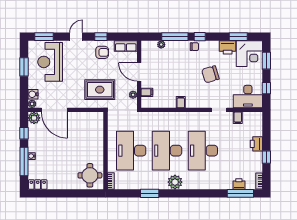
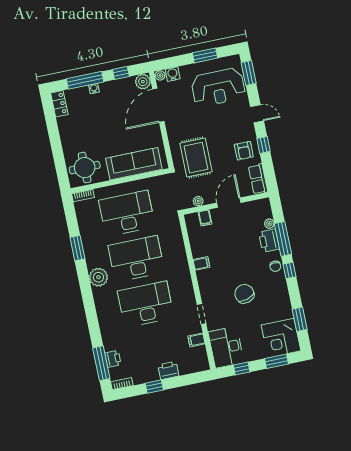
printer: (228, 47) -> (269, 241), moved
reception desk: (50, 62) -> (218, 87), turned 180
sofa: (95, 138) -> (134, 164), added

